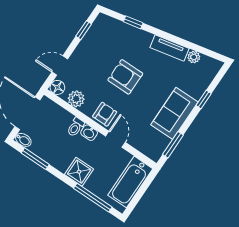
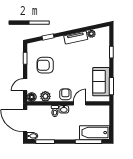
armchair: (125, 77) -> (45, 65), moved
sofa: (174, 113) -> (101, 82), moved
door: (115, 139) -> (80, 103), hinge flipped
shower: (79, 172) -> (72, 133), removed
bathtub: (130, 182) -> (94, 133), moved, turned 90

